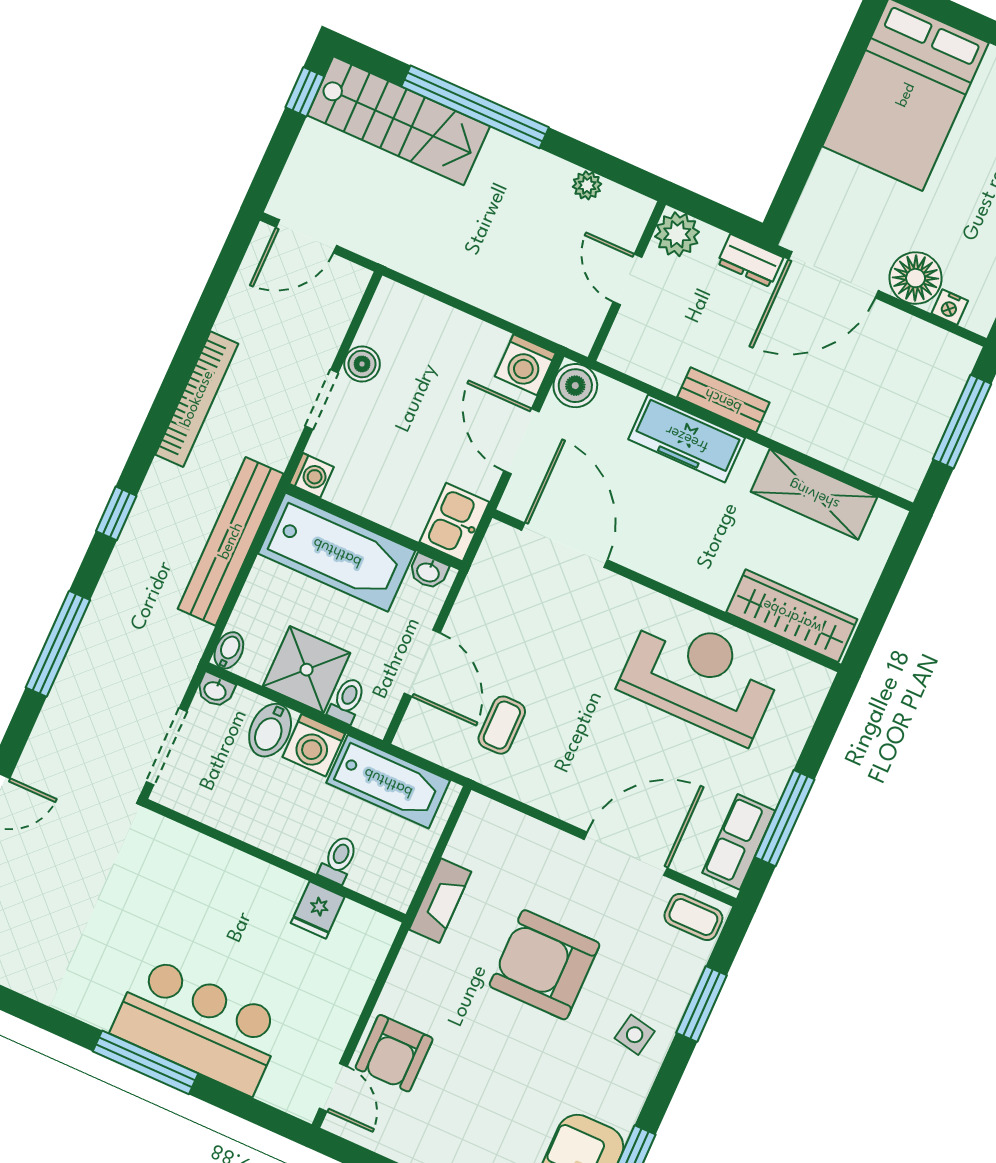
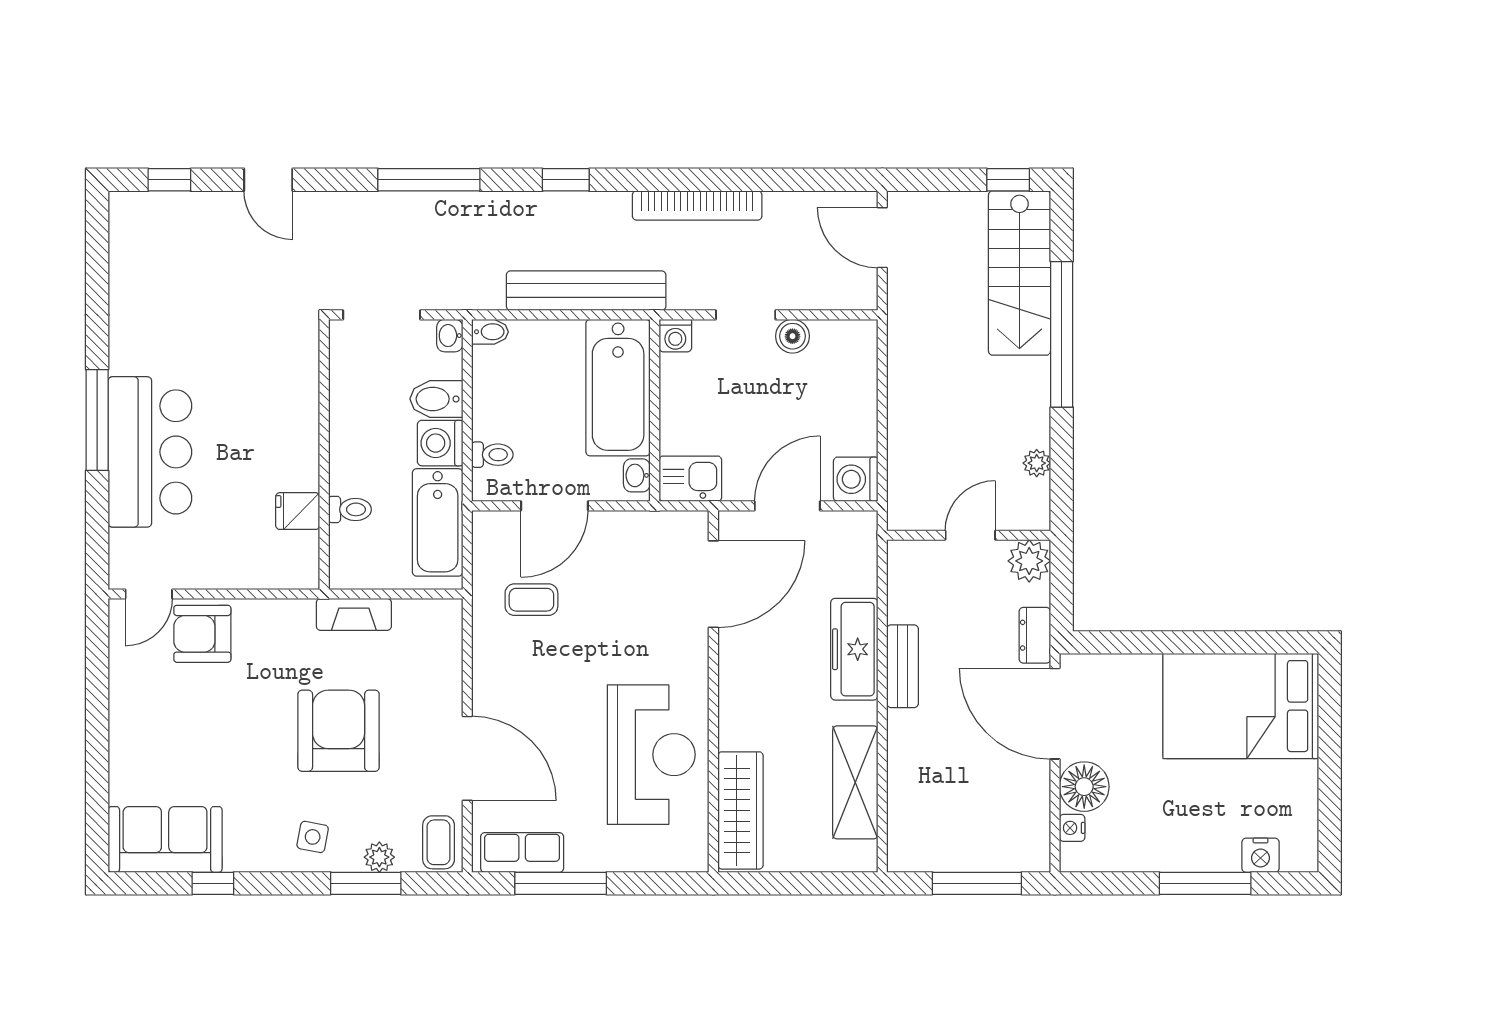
boiler: (575, 386) -> (857, 531), removed
shower: (307, 670) -> (503, 407), removed
plant: (682, 980) -> (379, 857), added

